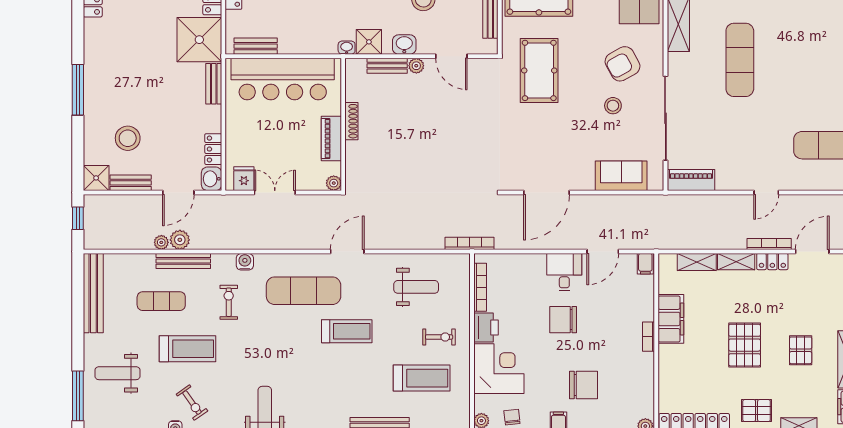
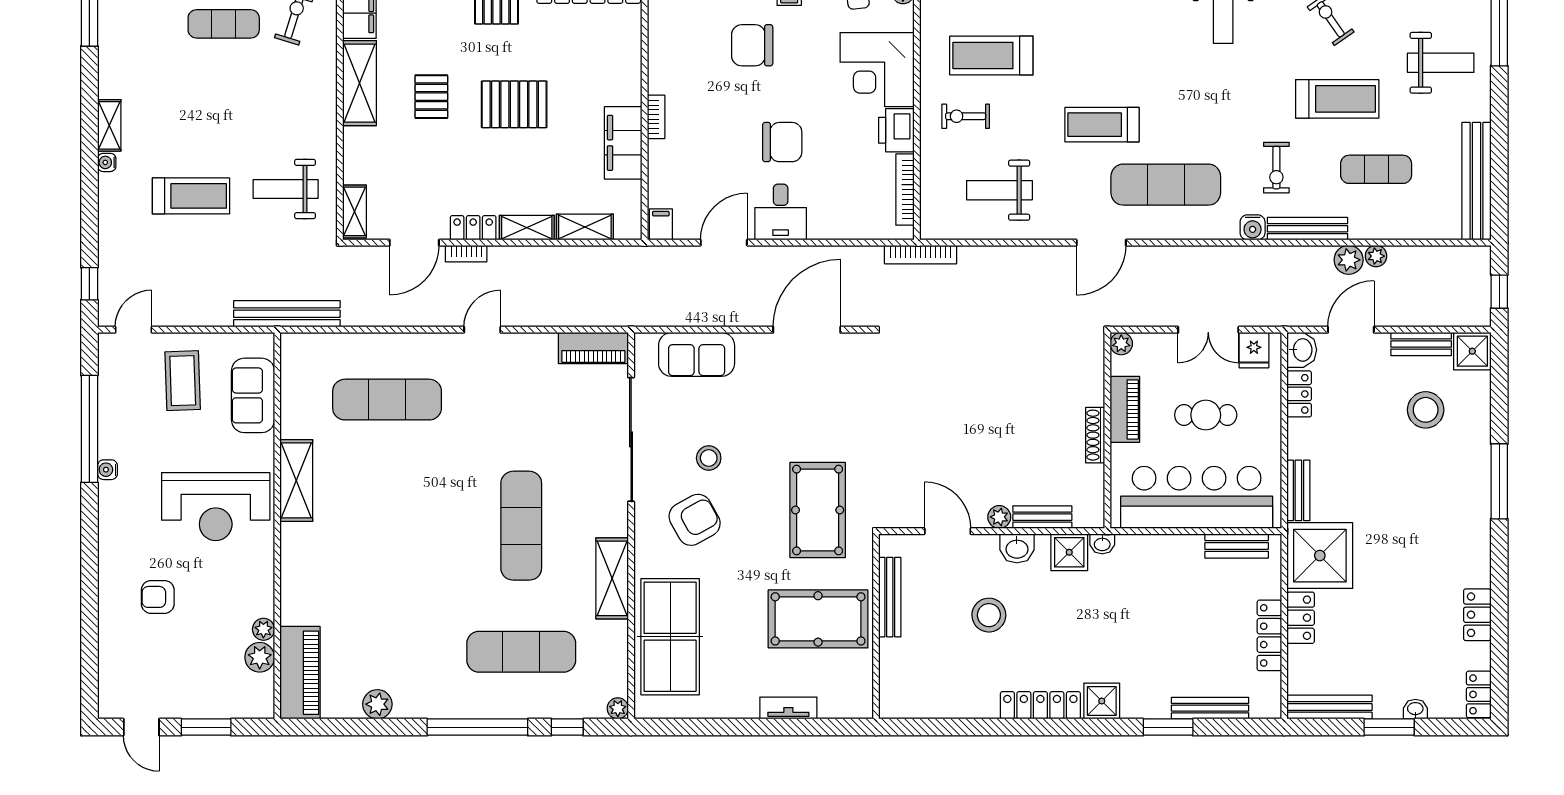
cafe table: (277, 135) -> (1206, 415), added
bookcase: (769, 244) -> (466, 254), width x0.64
bench: (183, 261) -> (1307, 229), moved
pallet: (745, 345) -> (514, 104), turned 90
treadmill: (188, 349) -> (1337, 99), turned 180

